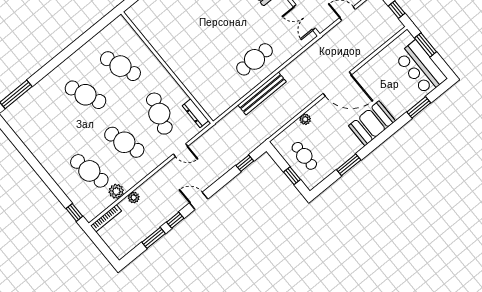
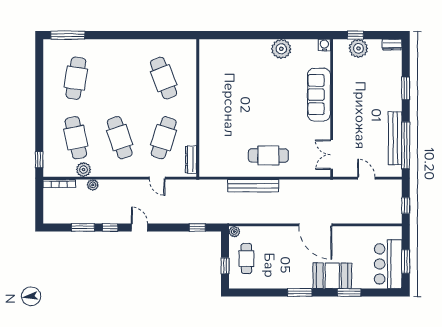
window: (426, 45) -> (406, 261), moved
cafe table: (85, 95) -> (76, 78), moved, turned 33
window: (419, 107) -> (349, 292), moved
plant: (305, 119) -> (234, 232), moved
booth: (372, 123) -> (332, 276), moved
window: (349, 165) -> (300, 292), moved

